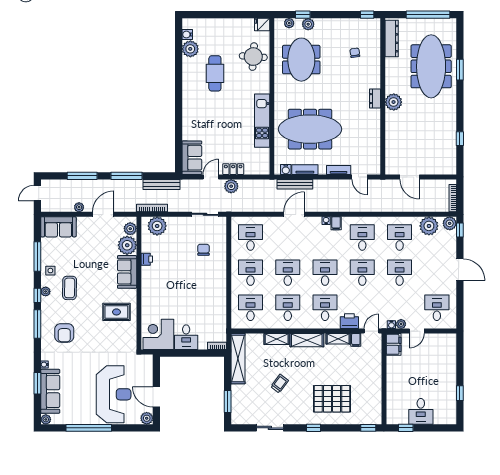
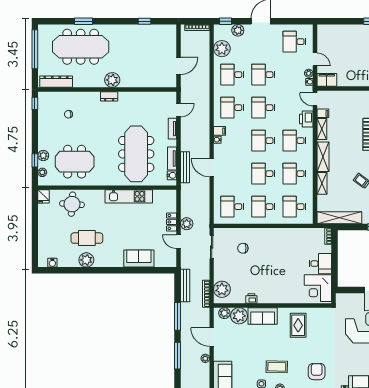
plant: (190, 49) -> (86, 260), moved
sofa: (192, 158) -> (139, 259), moved
plant: (450, 223) -> (238, 30), moved
armchair: (64, 333) -> (317, 372), turned -90

